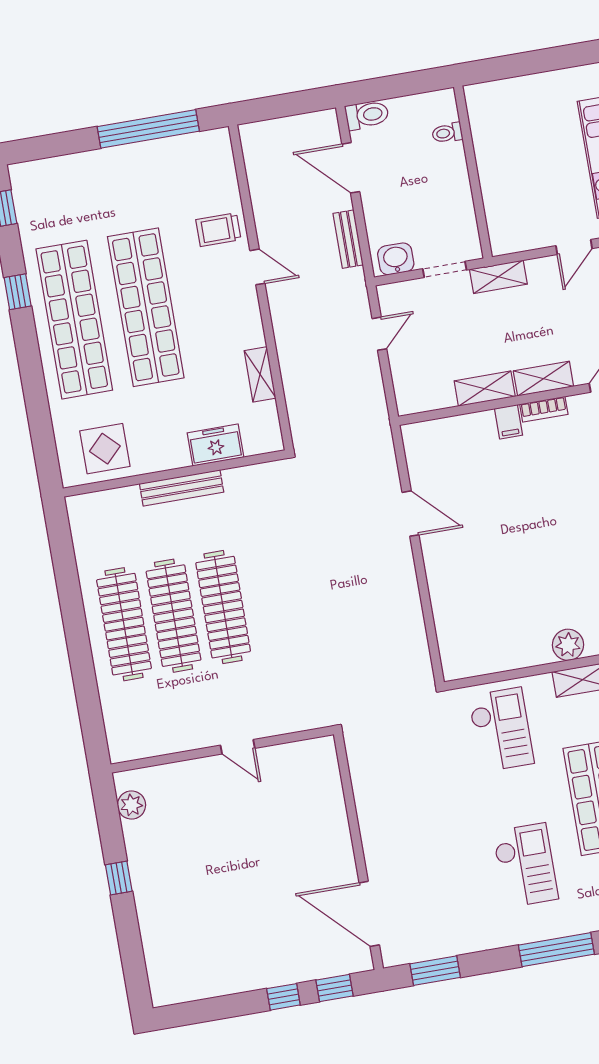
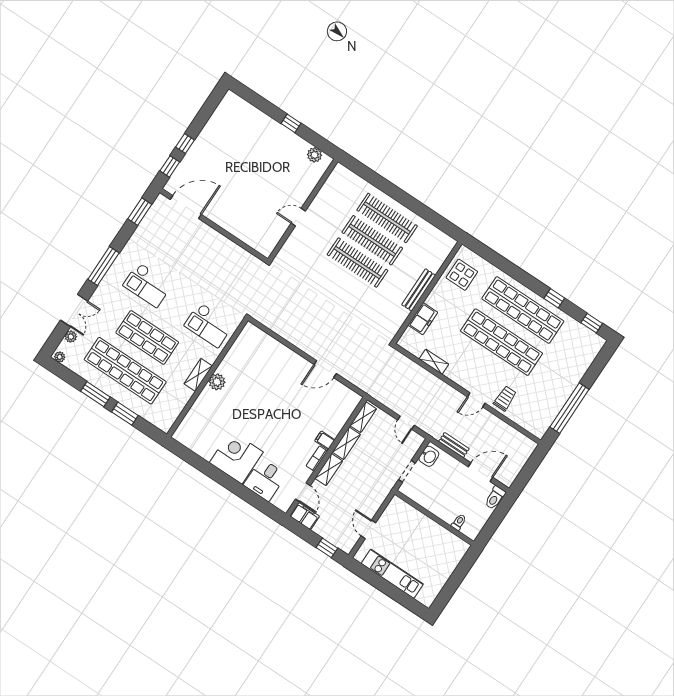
shelving: (498, 277) -> (363, 417), moved

